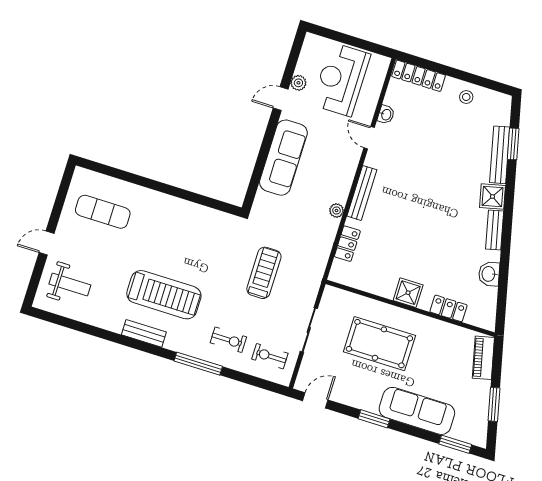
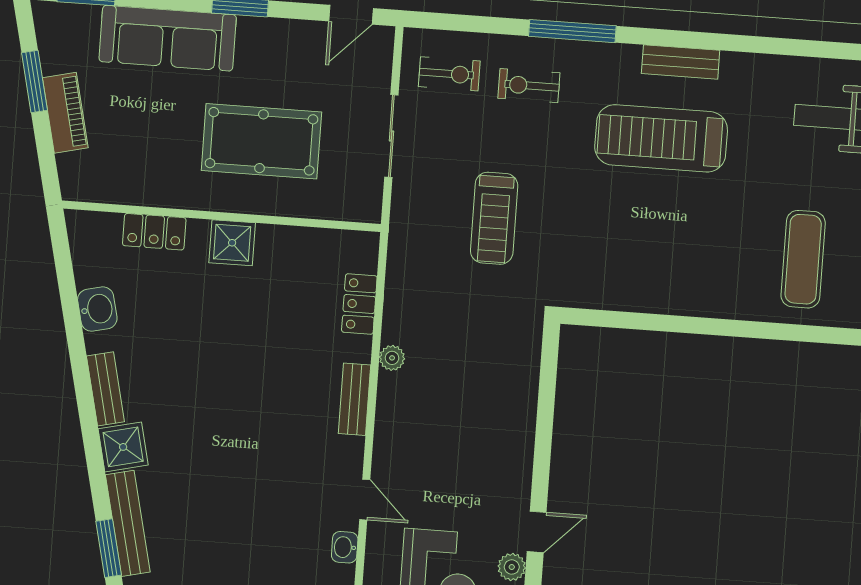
sofa: (283, 158) -> (507, 429), removed
bench: (362, 193) -> (355, 399), width x0.73
exercise mat: (103, 212) -> (803, 259), turned 90
piano: (483, 358) -> (65, 113), moved

